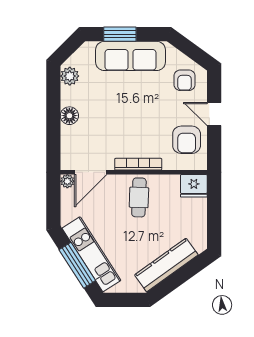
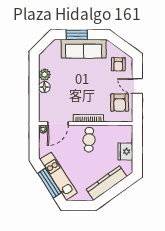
plant: (70, 76) -> (45, 75), moved
fridge: (194, 186) -> (125, 152), moved, turned 90

